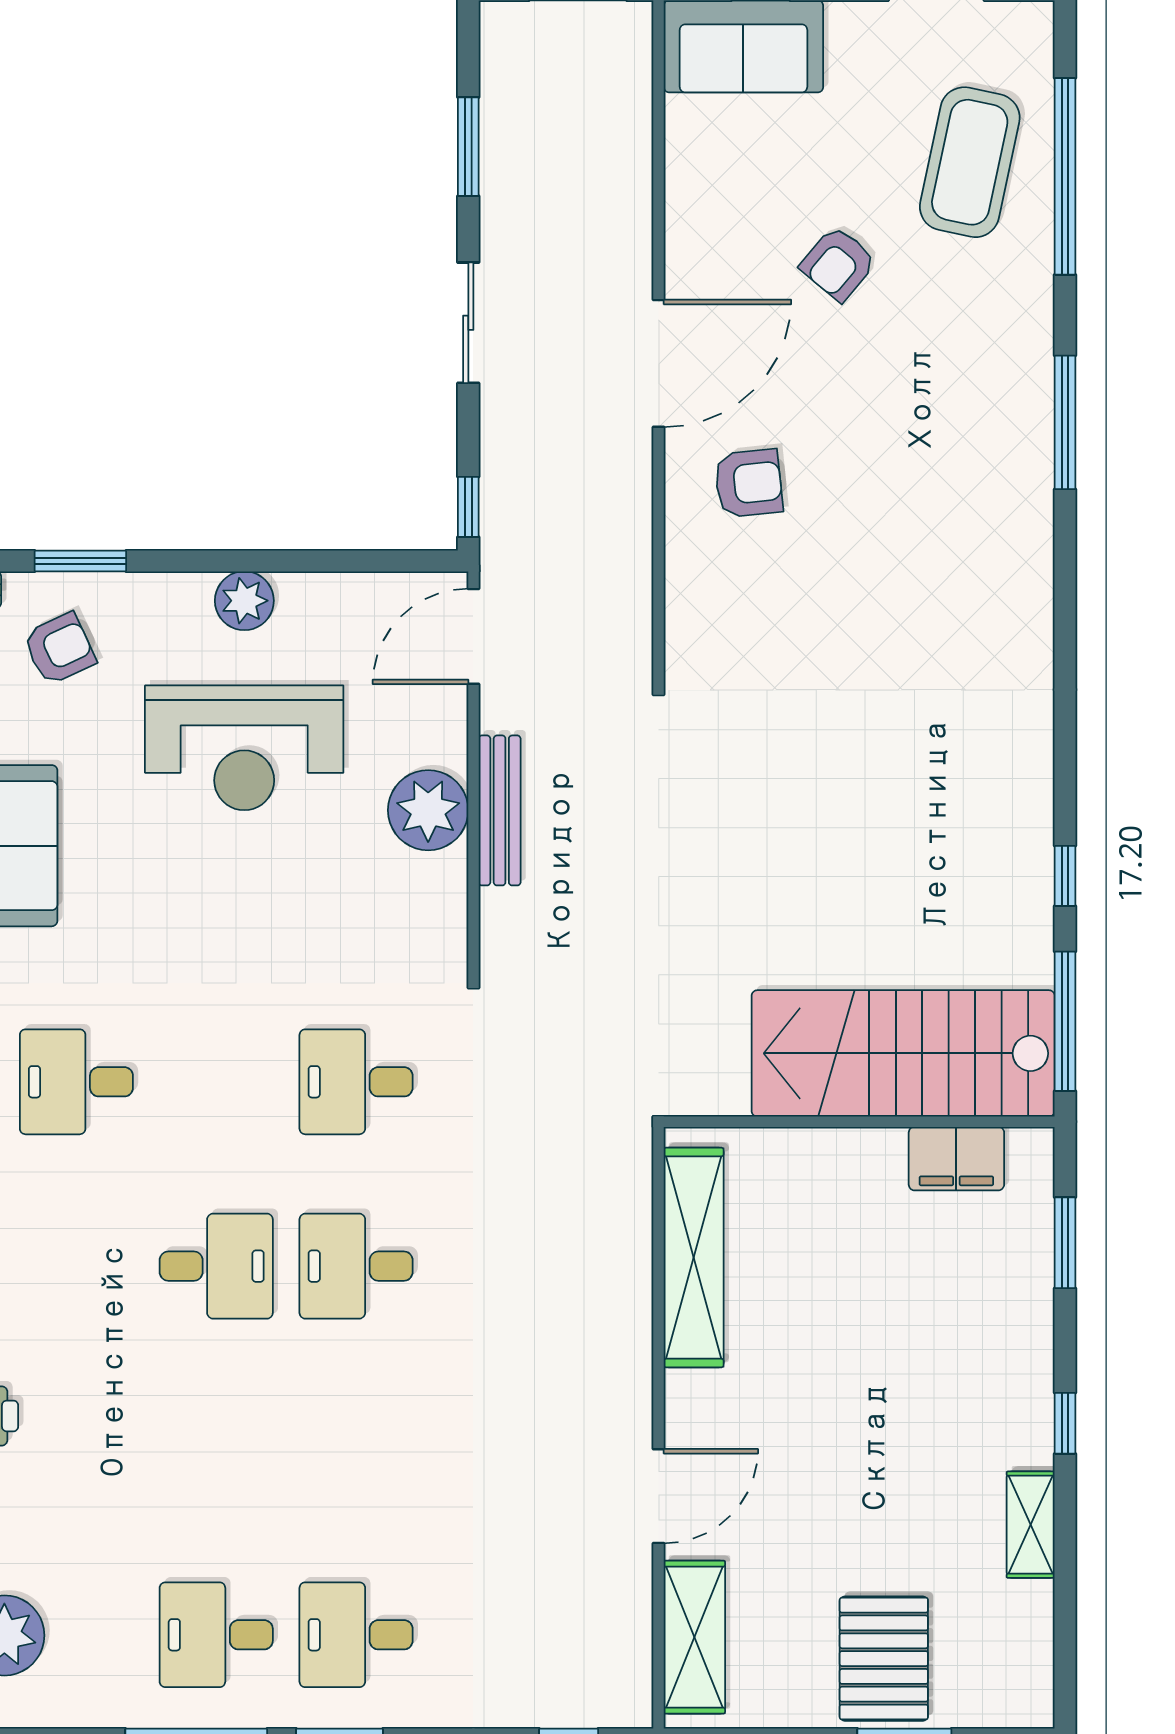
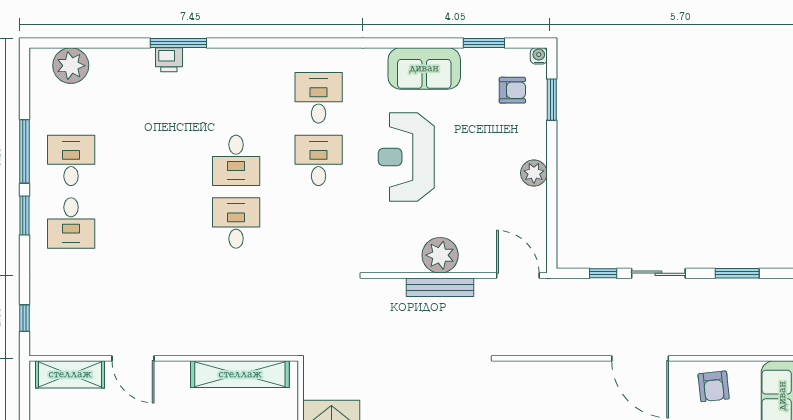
armchair: (749, 483) -> (714, 386), moved
window: (468, 507) -> (603, 273), moved
armchair: (59, 649) -> (512, 90), turned -65
reception desk: (244, 748) -> (406, 157), moved
desk: (356, 1082) -> (319, 160), moved
desk: (356, 1635) -> (71, 223), turned 180

